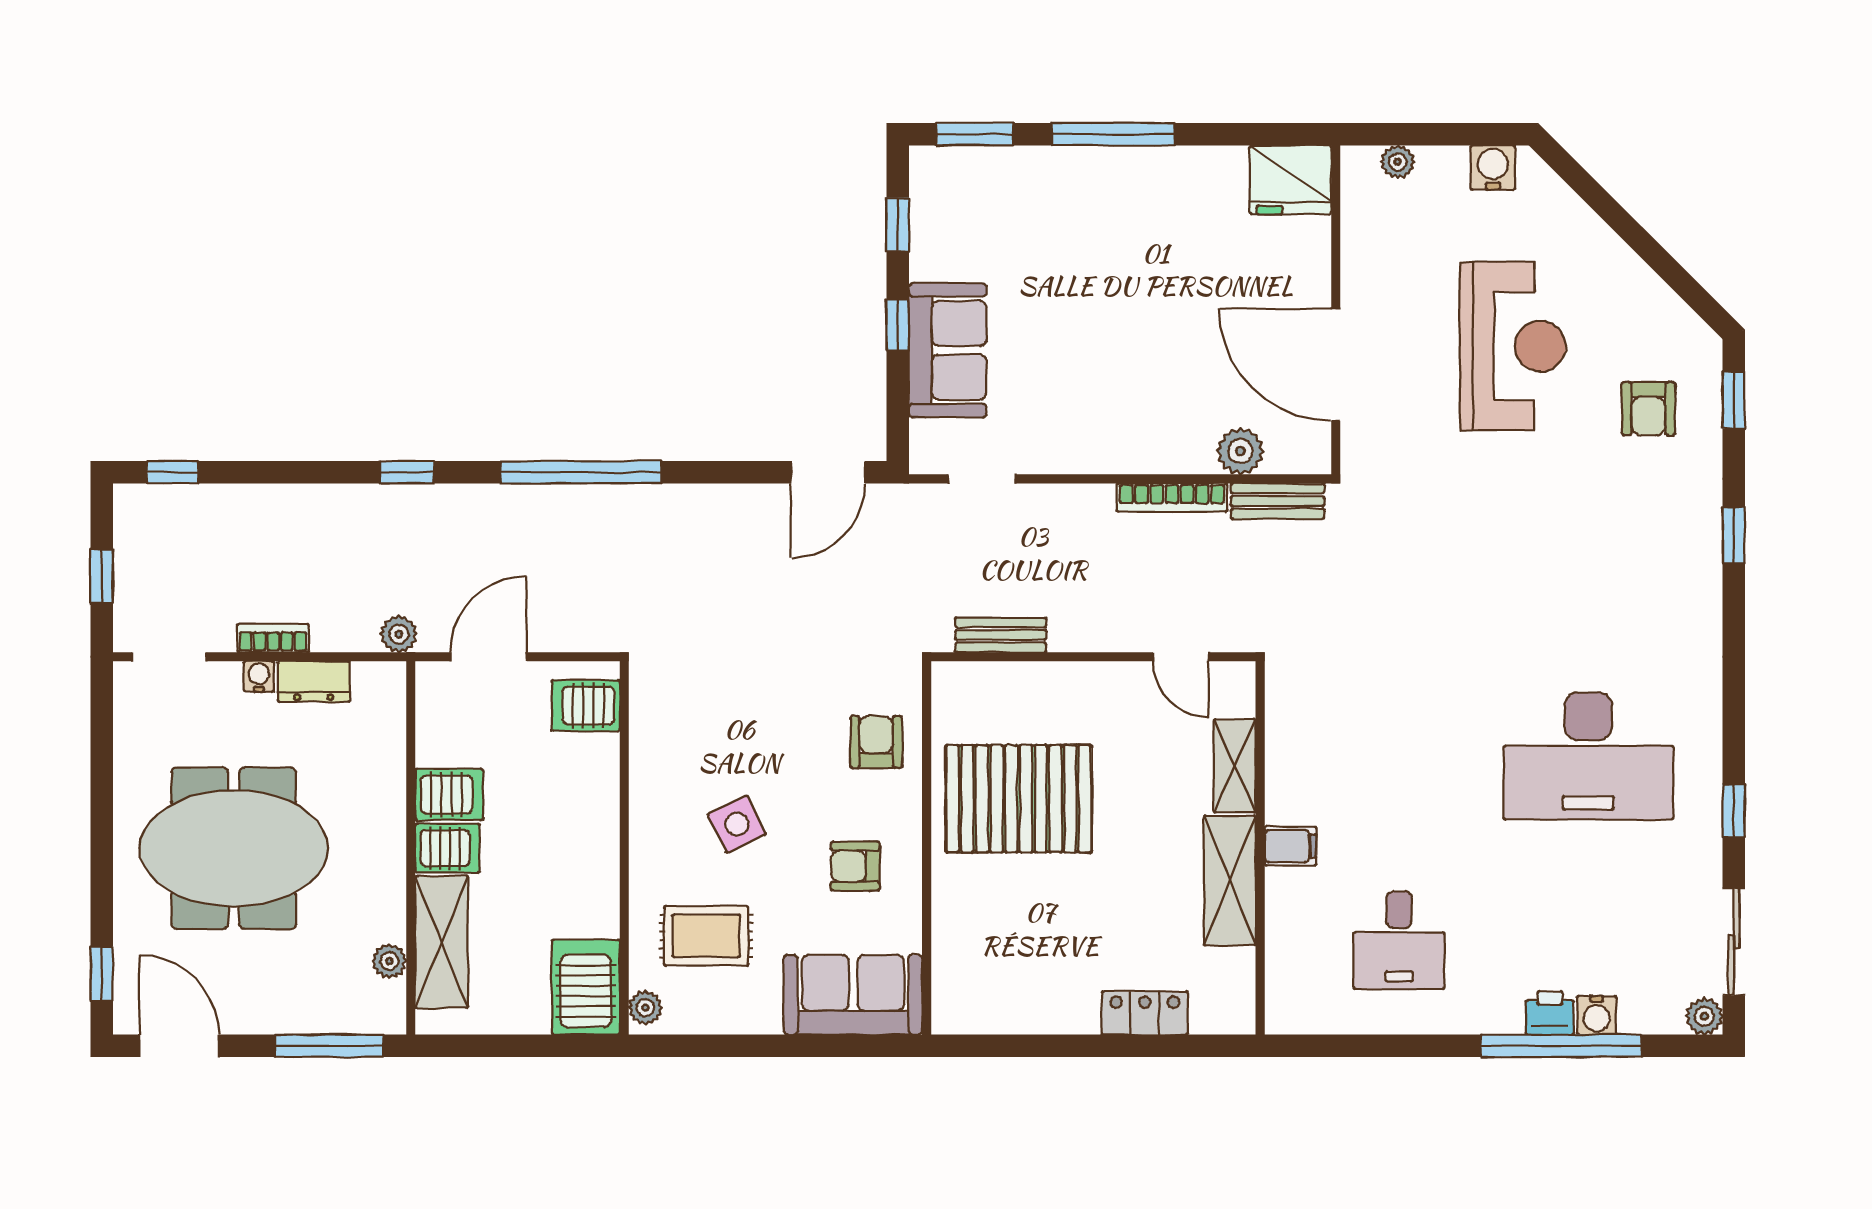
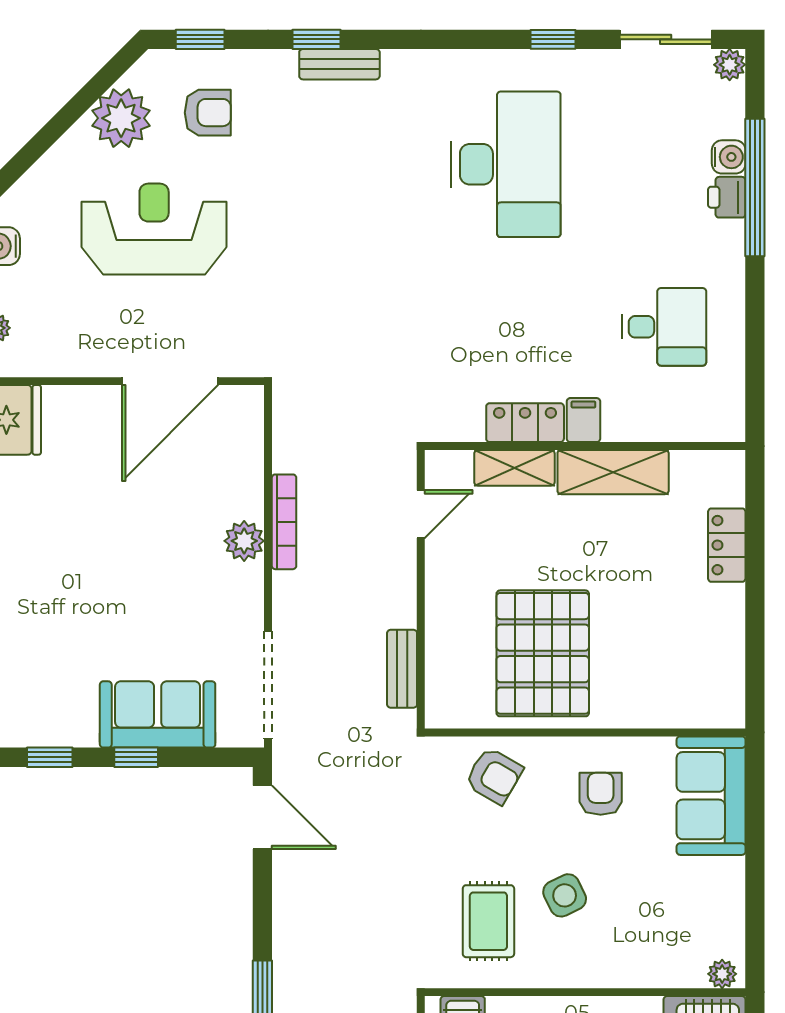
plant: (1642, 308) -> (121, 118), added
plant: (1240, 451) -> (244, 541), moved
doorway: (982, 479) -> (268, 685), width x1.88
bench: (1278, 501) -> (339, 64), moved, turned 90
armchair: (876, 742) -> (494, 776), turned -150
locker: (1287, 778) -> (525, 423), added
armchair: (855, 866) -> (601, 794), turned 180
rug: (706, 936) -> (488, 921), moved

